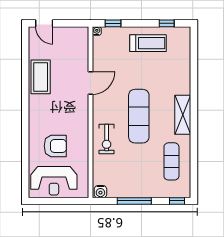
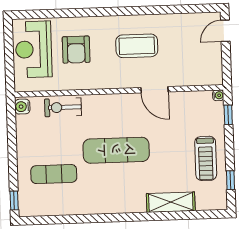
coffee table: (41, 77) -> (137, 46), moved
shelving: (183, 115) -> (171, 202), moved
exercise bike: (107, 139) -> (63, 107), moved
exercise mat: (171, 161) -> (54, 174), moved
window: (134, 201) -> (12, 148), removed

